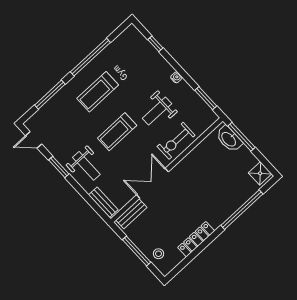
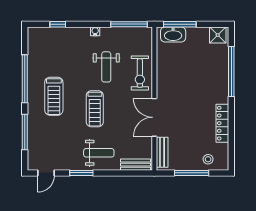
window: (206, 98) -> (129, 24), width x1.44

